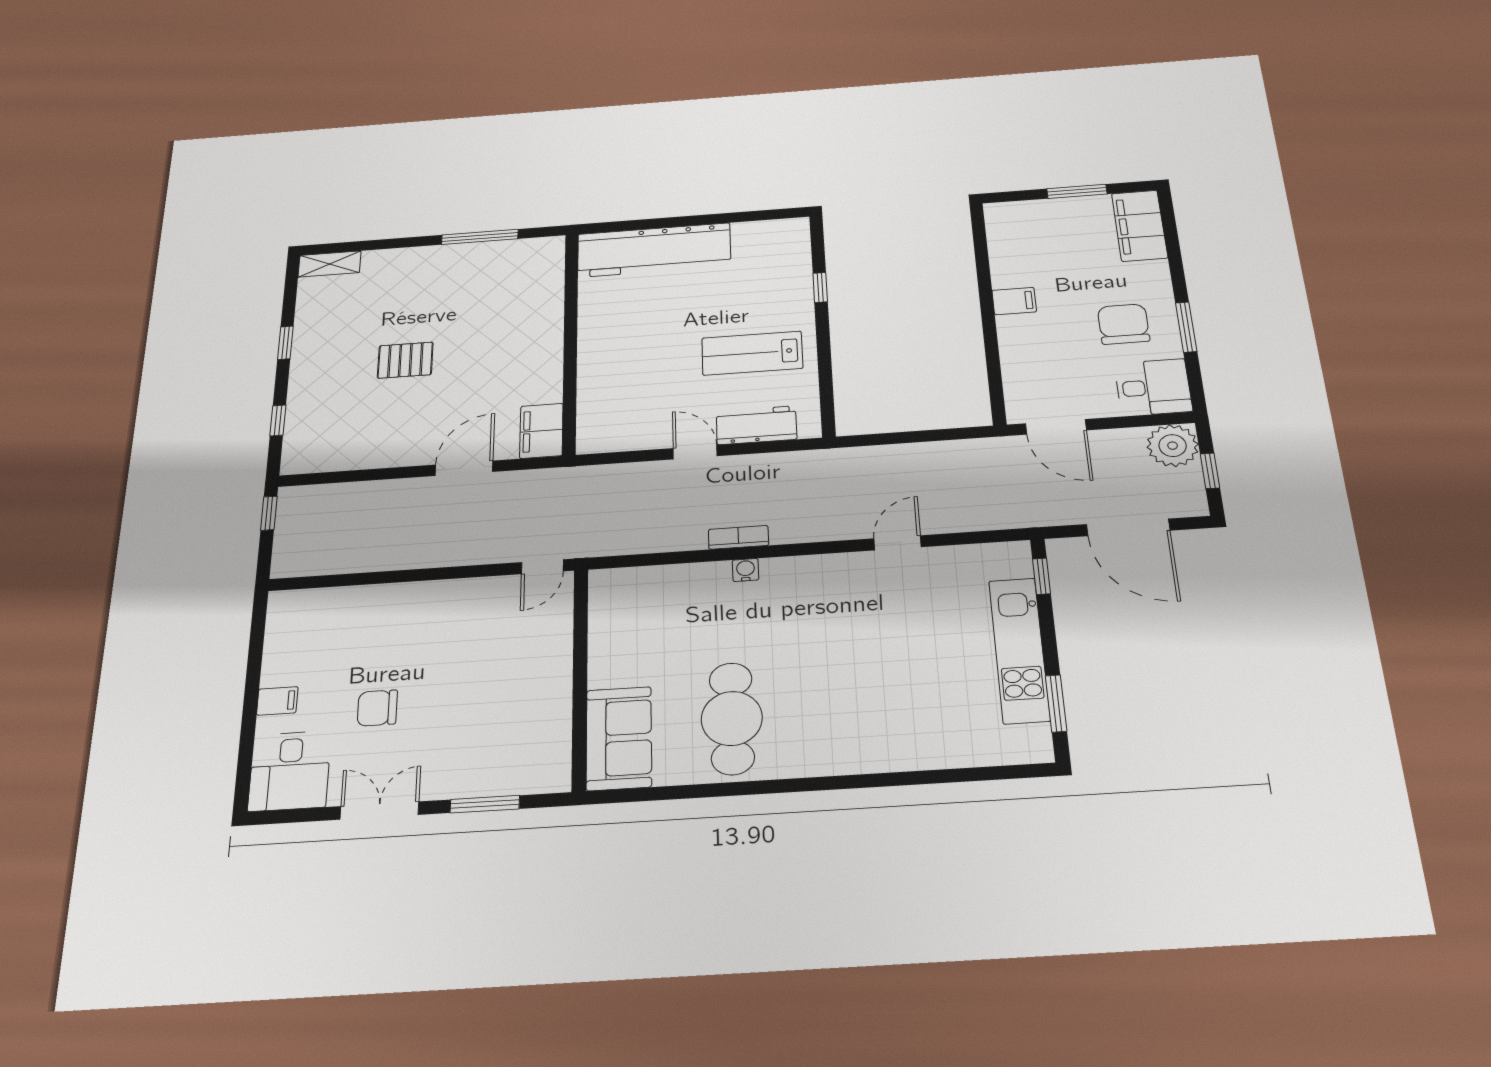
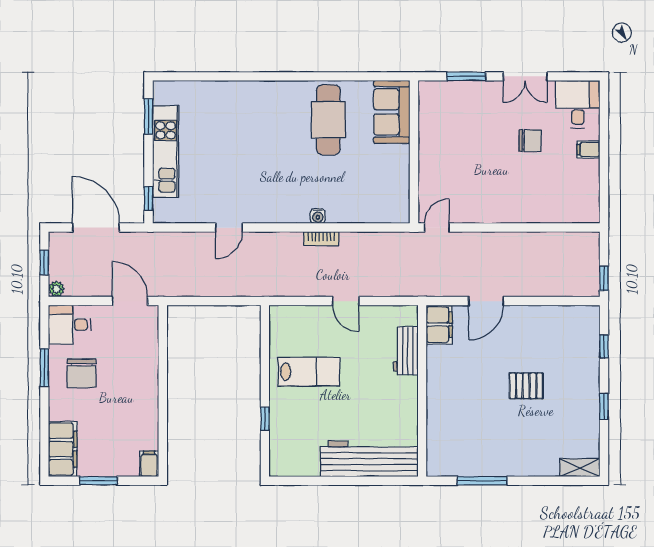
filing cabinet: (1014, 301) -> (149, 464), moved, turned 90
workbench: (756, 425) -> (406, 351), moved, turned 90
plant: (1173, 446) -> (56, 289), width x0.53, depth x0.53

